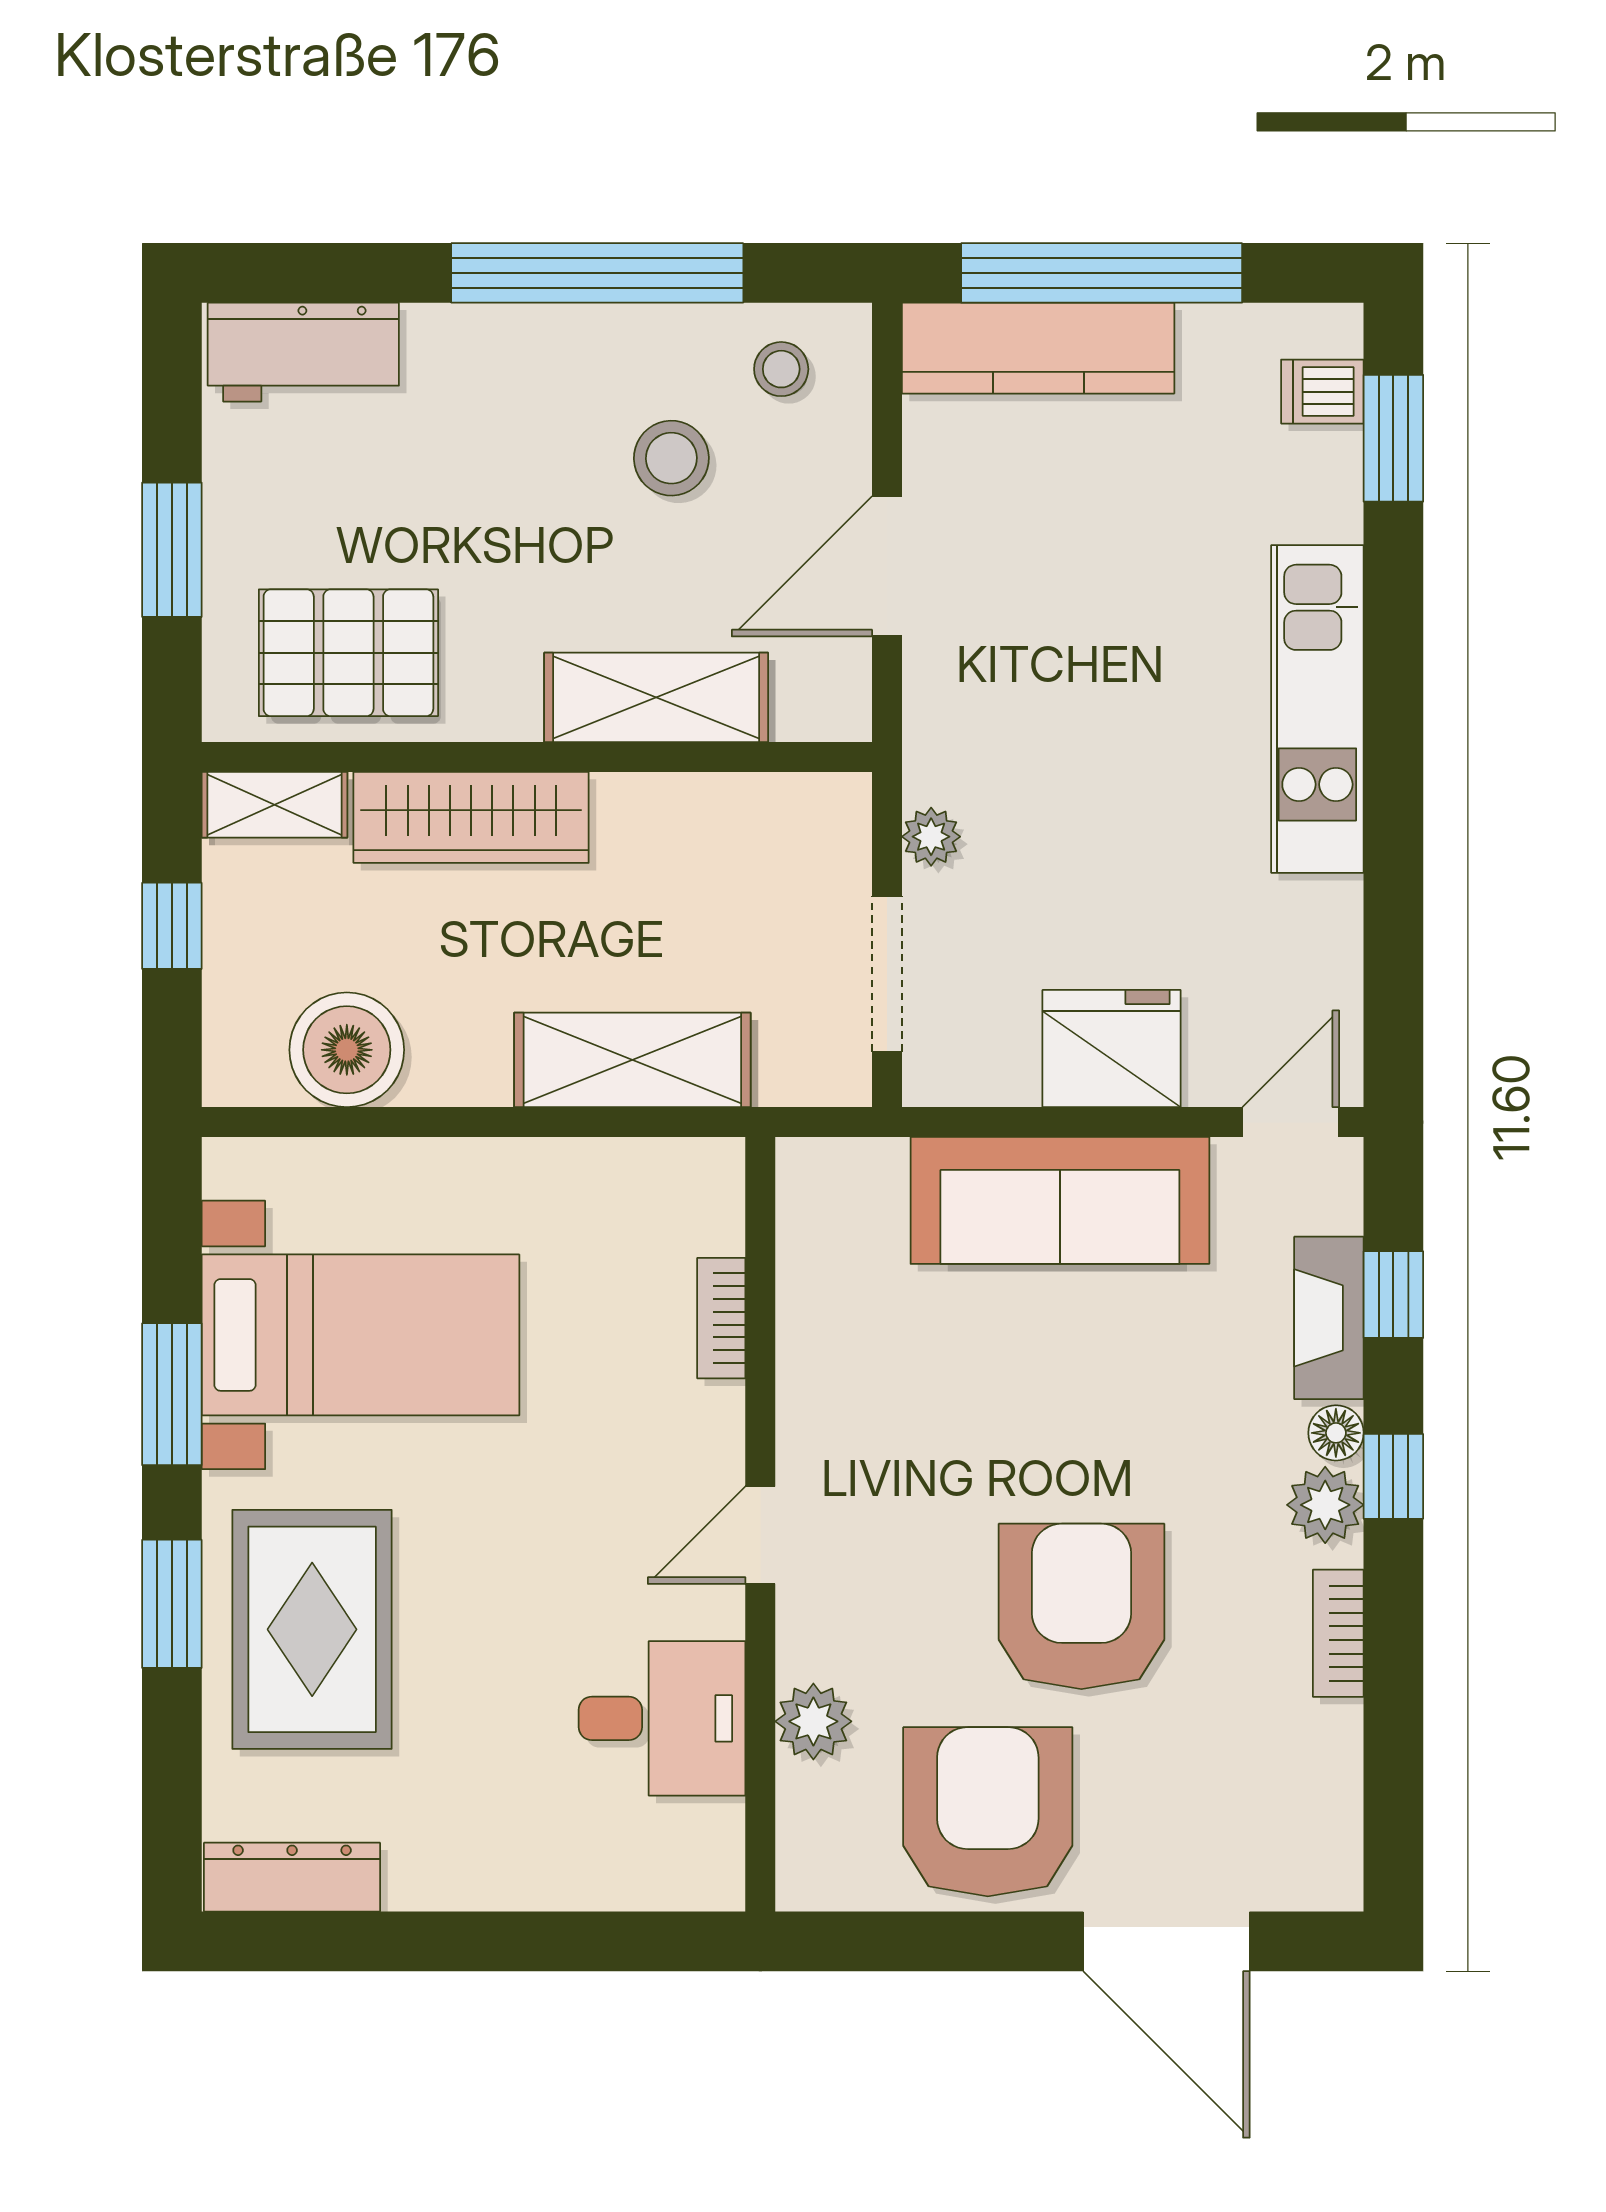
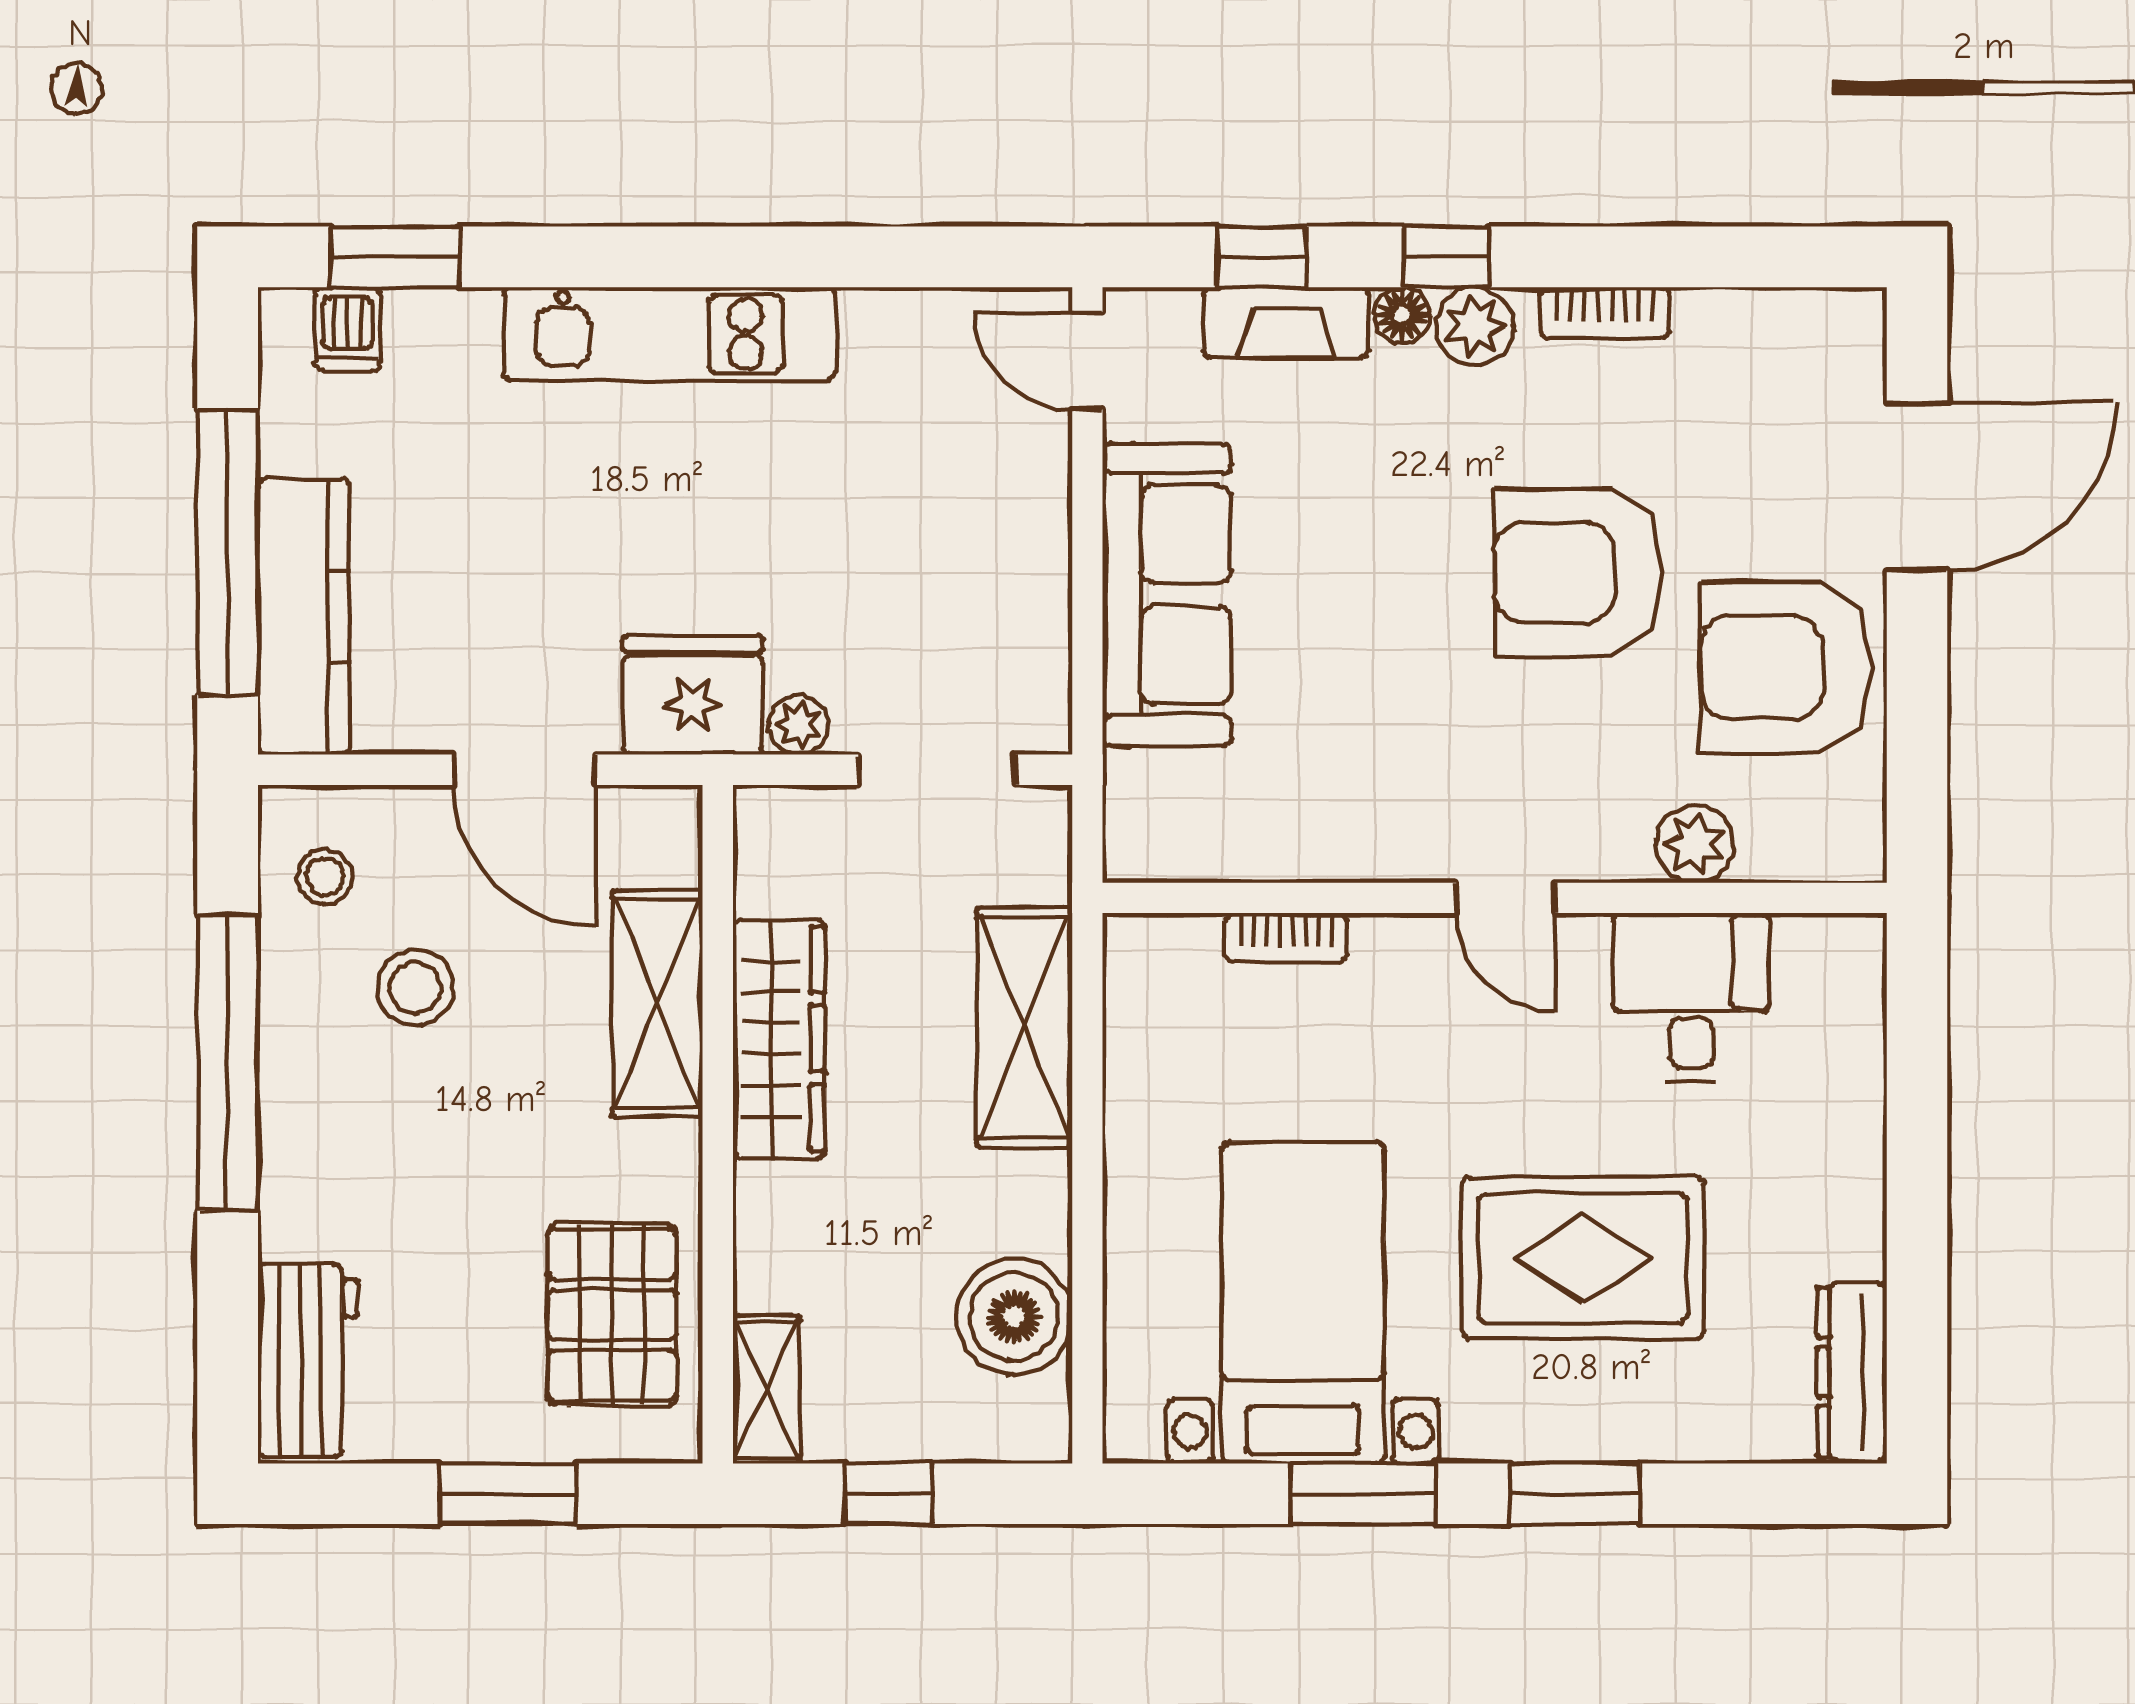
wardrobe: (471, 817) -> (779, 1039), moved
fridge: (1112, 1049) -> (693, 695), moved, turned 90
rug: (312, 1629) -> (1583, 1258), moved

